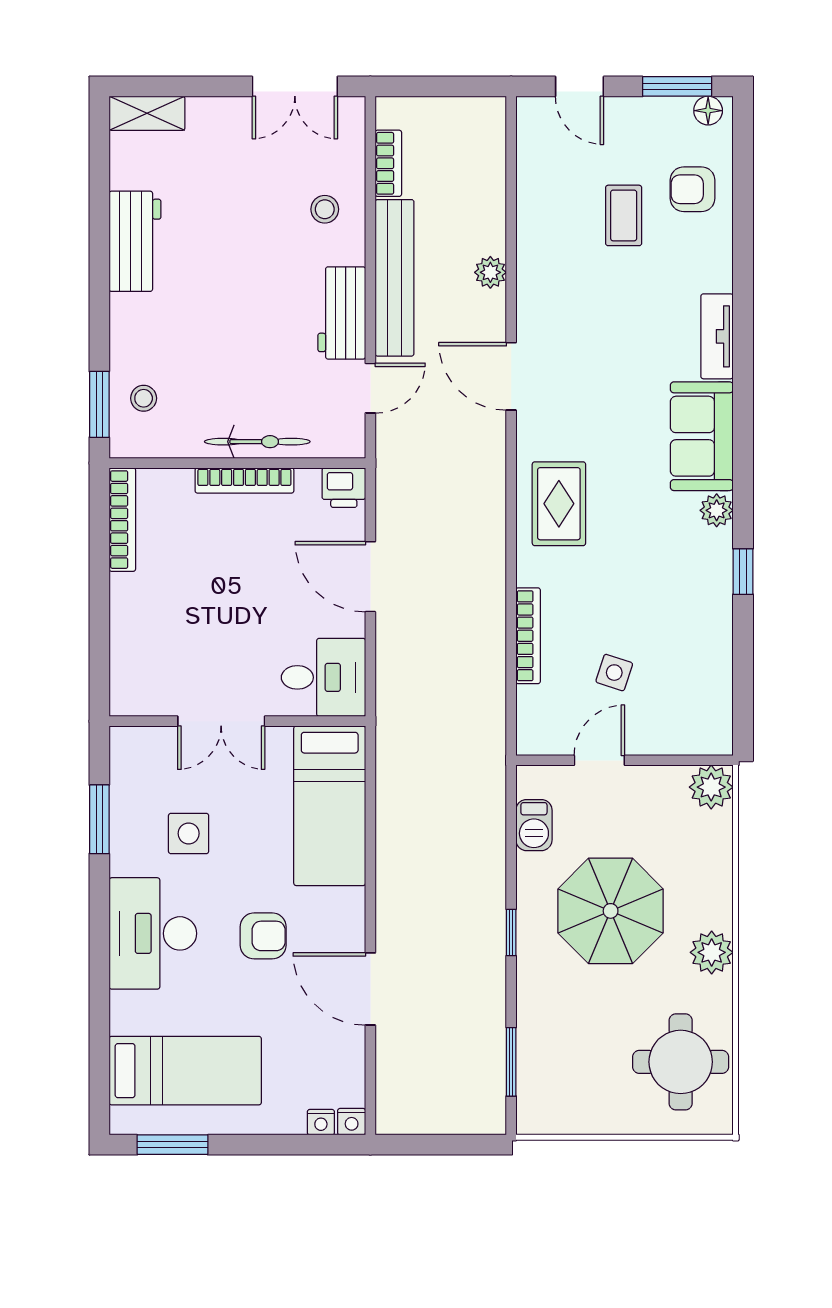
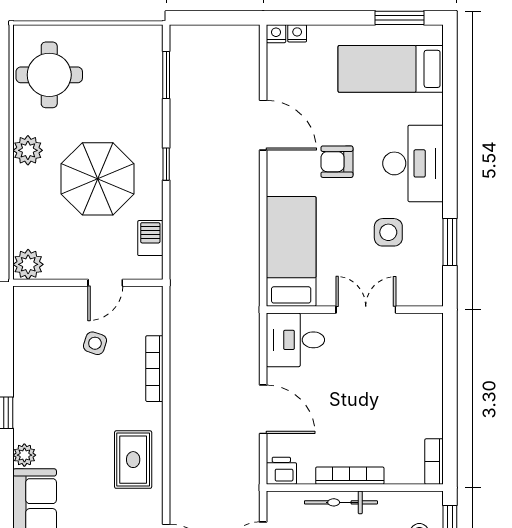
bookcase: (122, 520) -> (434, 462), width x0.64

